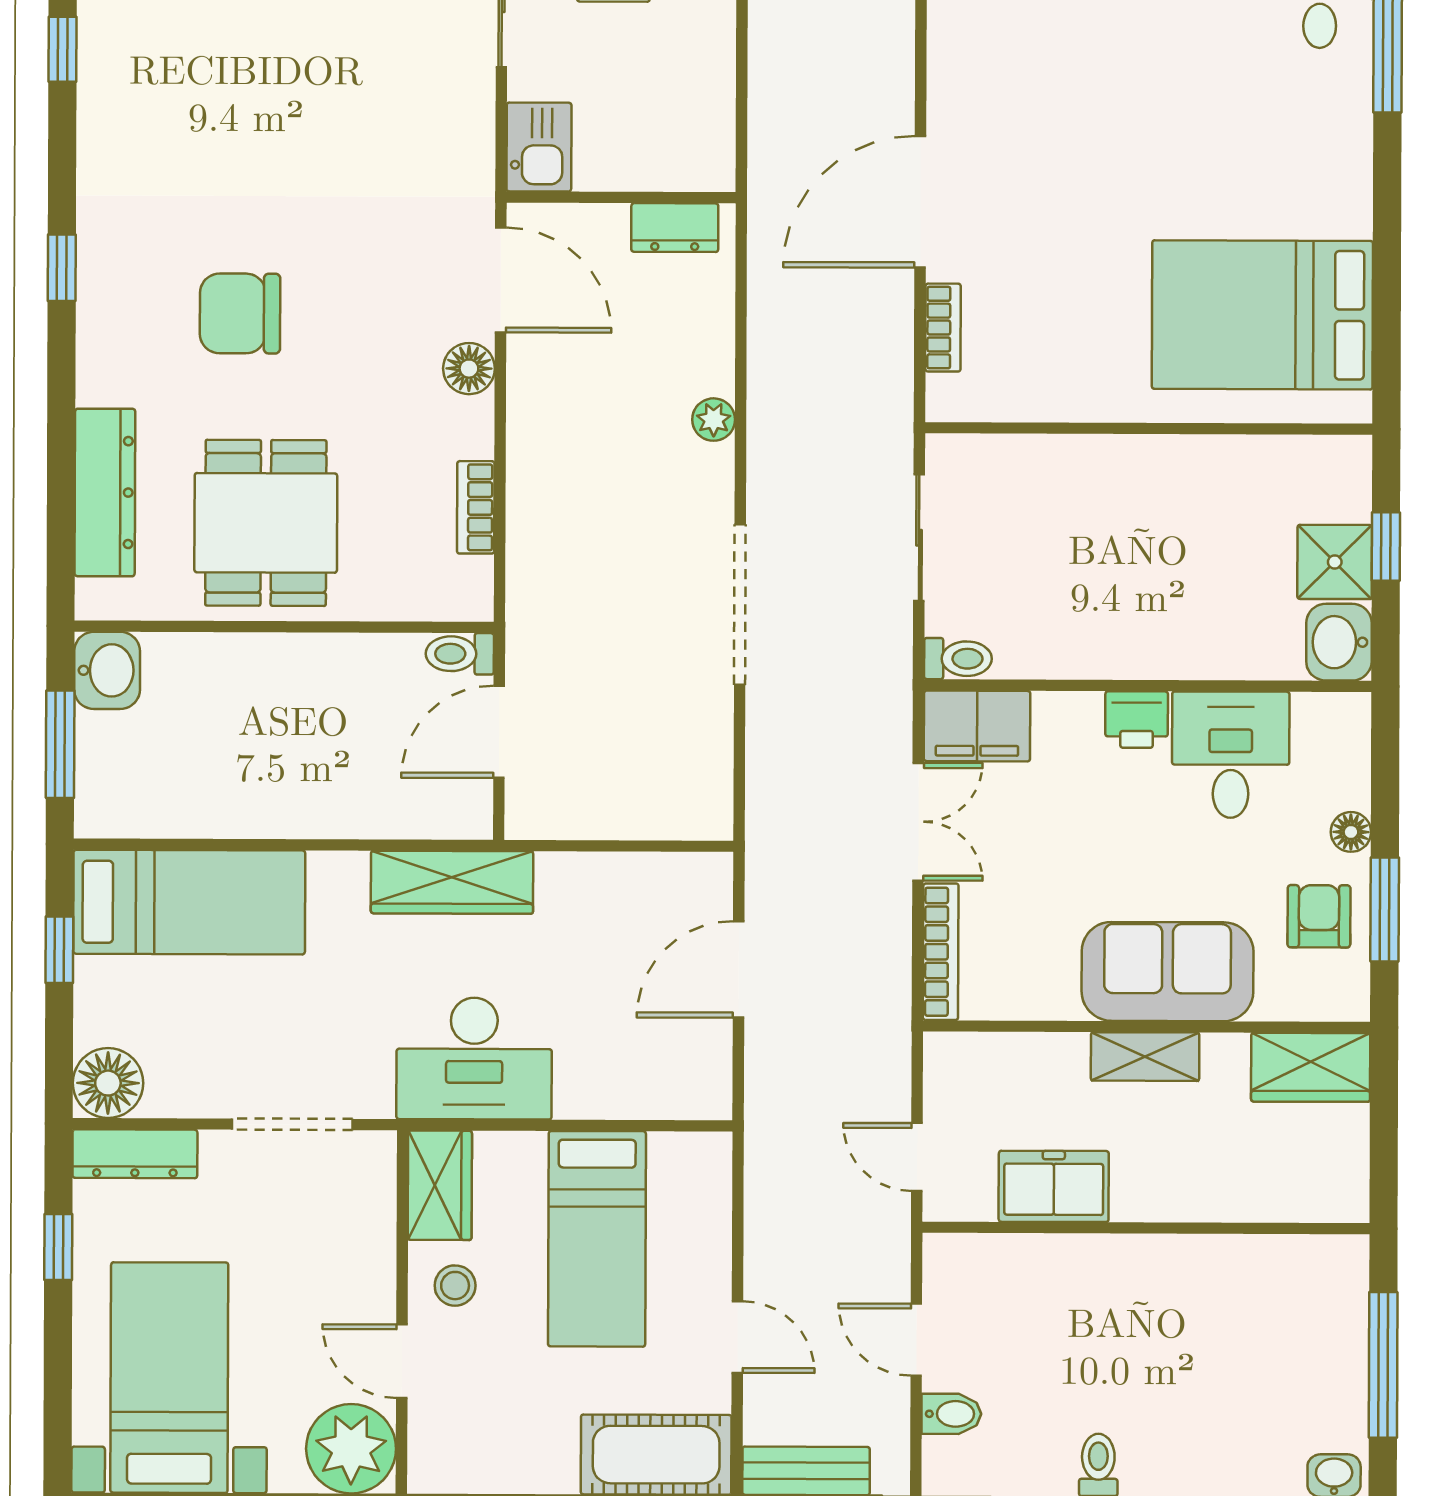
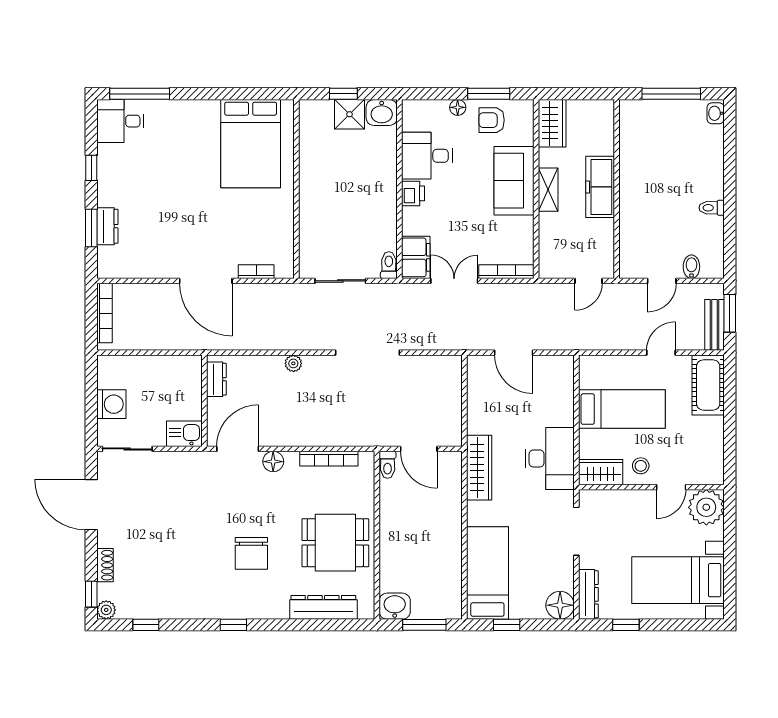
bookcase: (476, 507) -> (329, 459), width x1.56
freezer: (1054, 1186) -> (600, 187), moved, width x1.40

